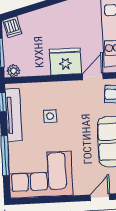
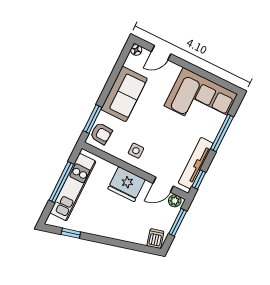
door: (93, 76) -> (163, 185), moved
side table: (50, 116) -> (136, 151), moved

